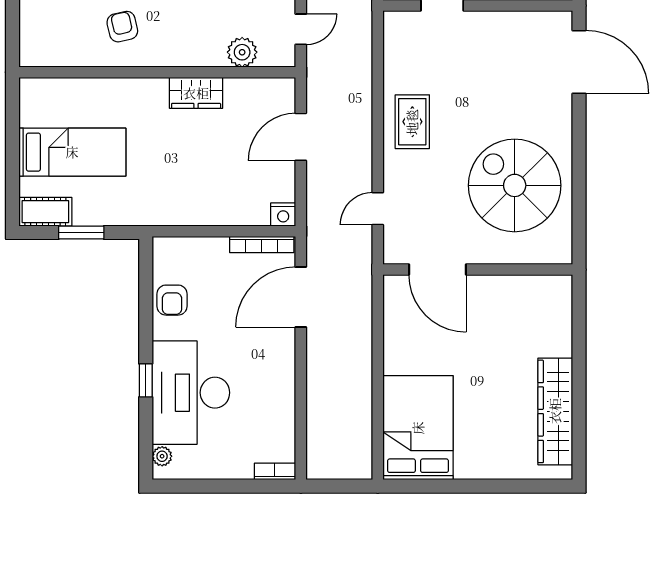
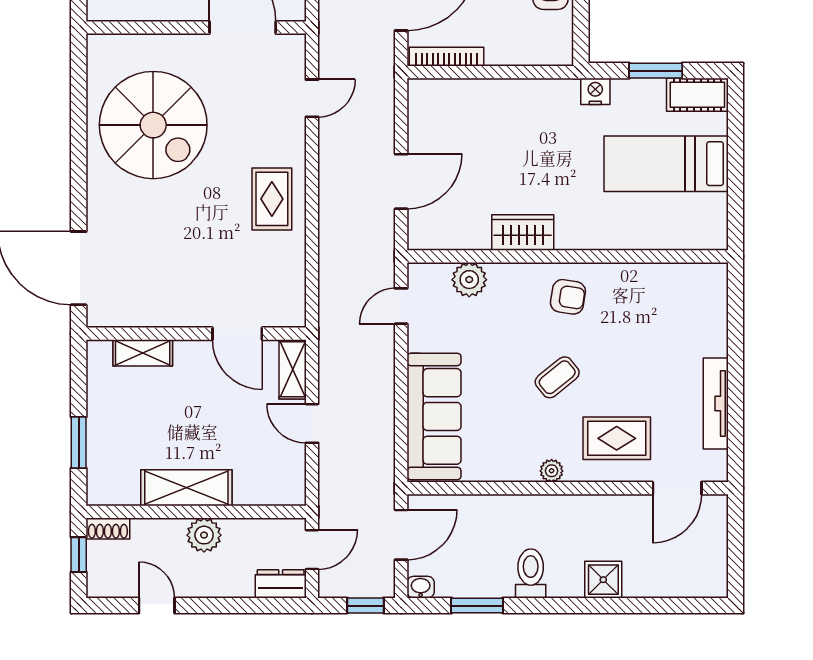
armchair: (122, 27) -> (568, 297), moved, turned -68
nightstand: (283, 214) -> (595, 91), moved

